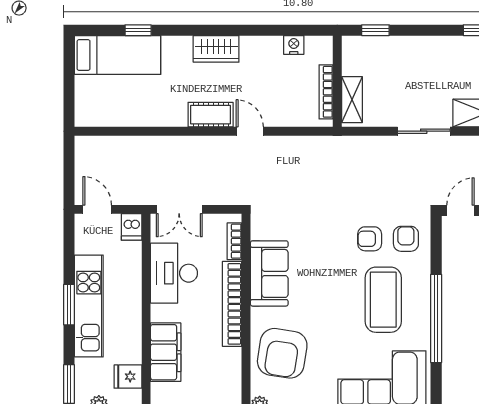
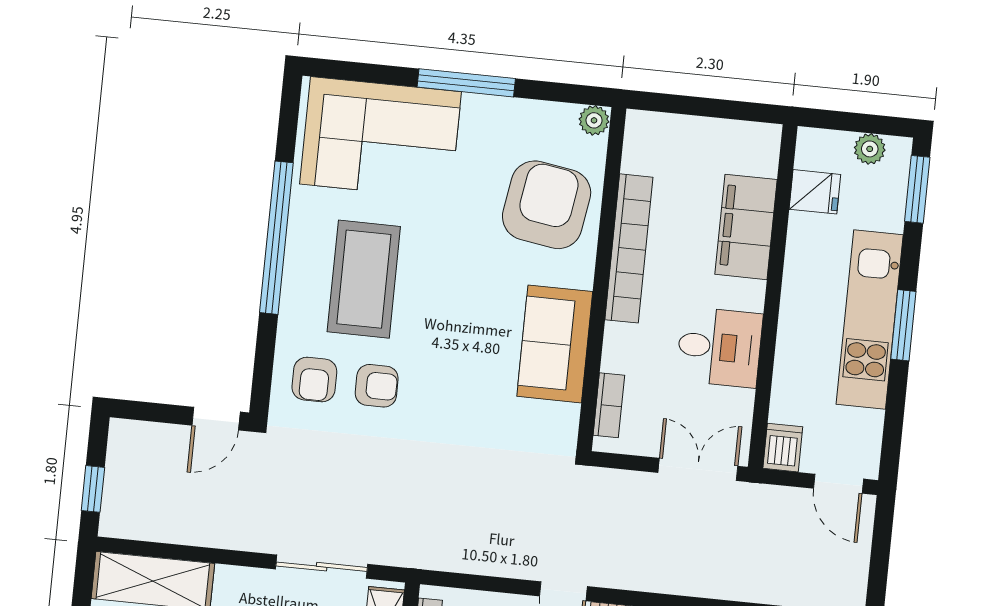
sliding door: (424, 131) -> (322, 567), moved
desk: (174, 273) -> (719, 347), width x0.73
bookcase: (232, 304) -> (629, 248), moved

